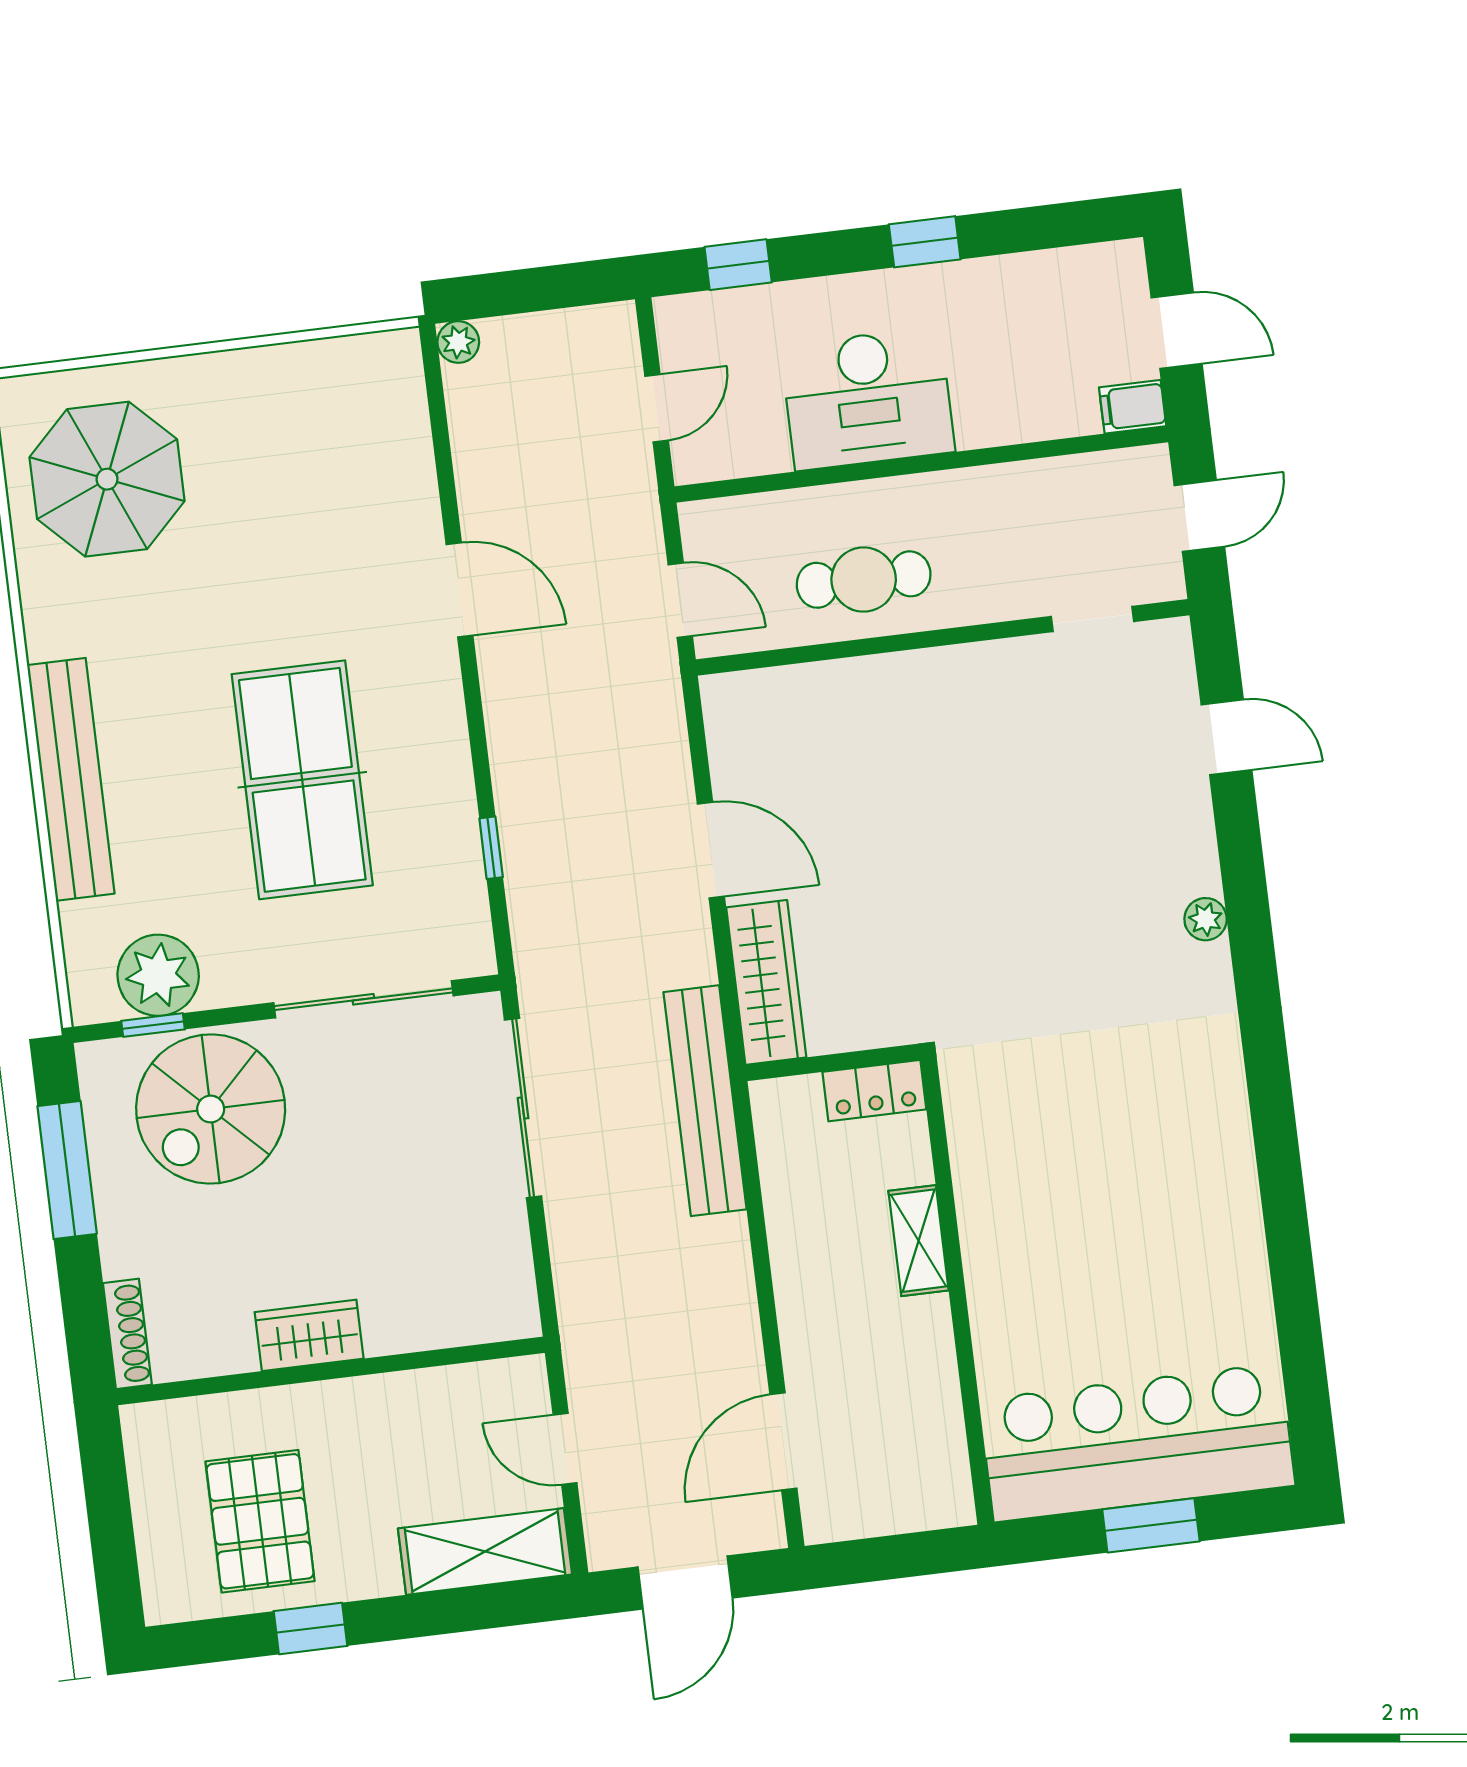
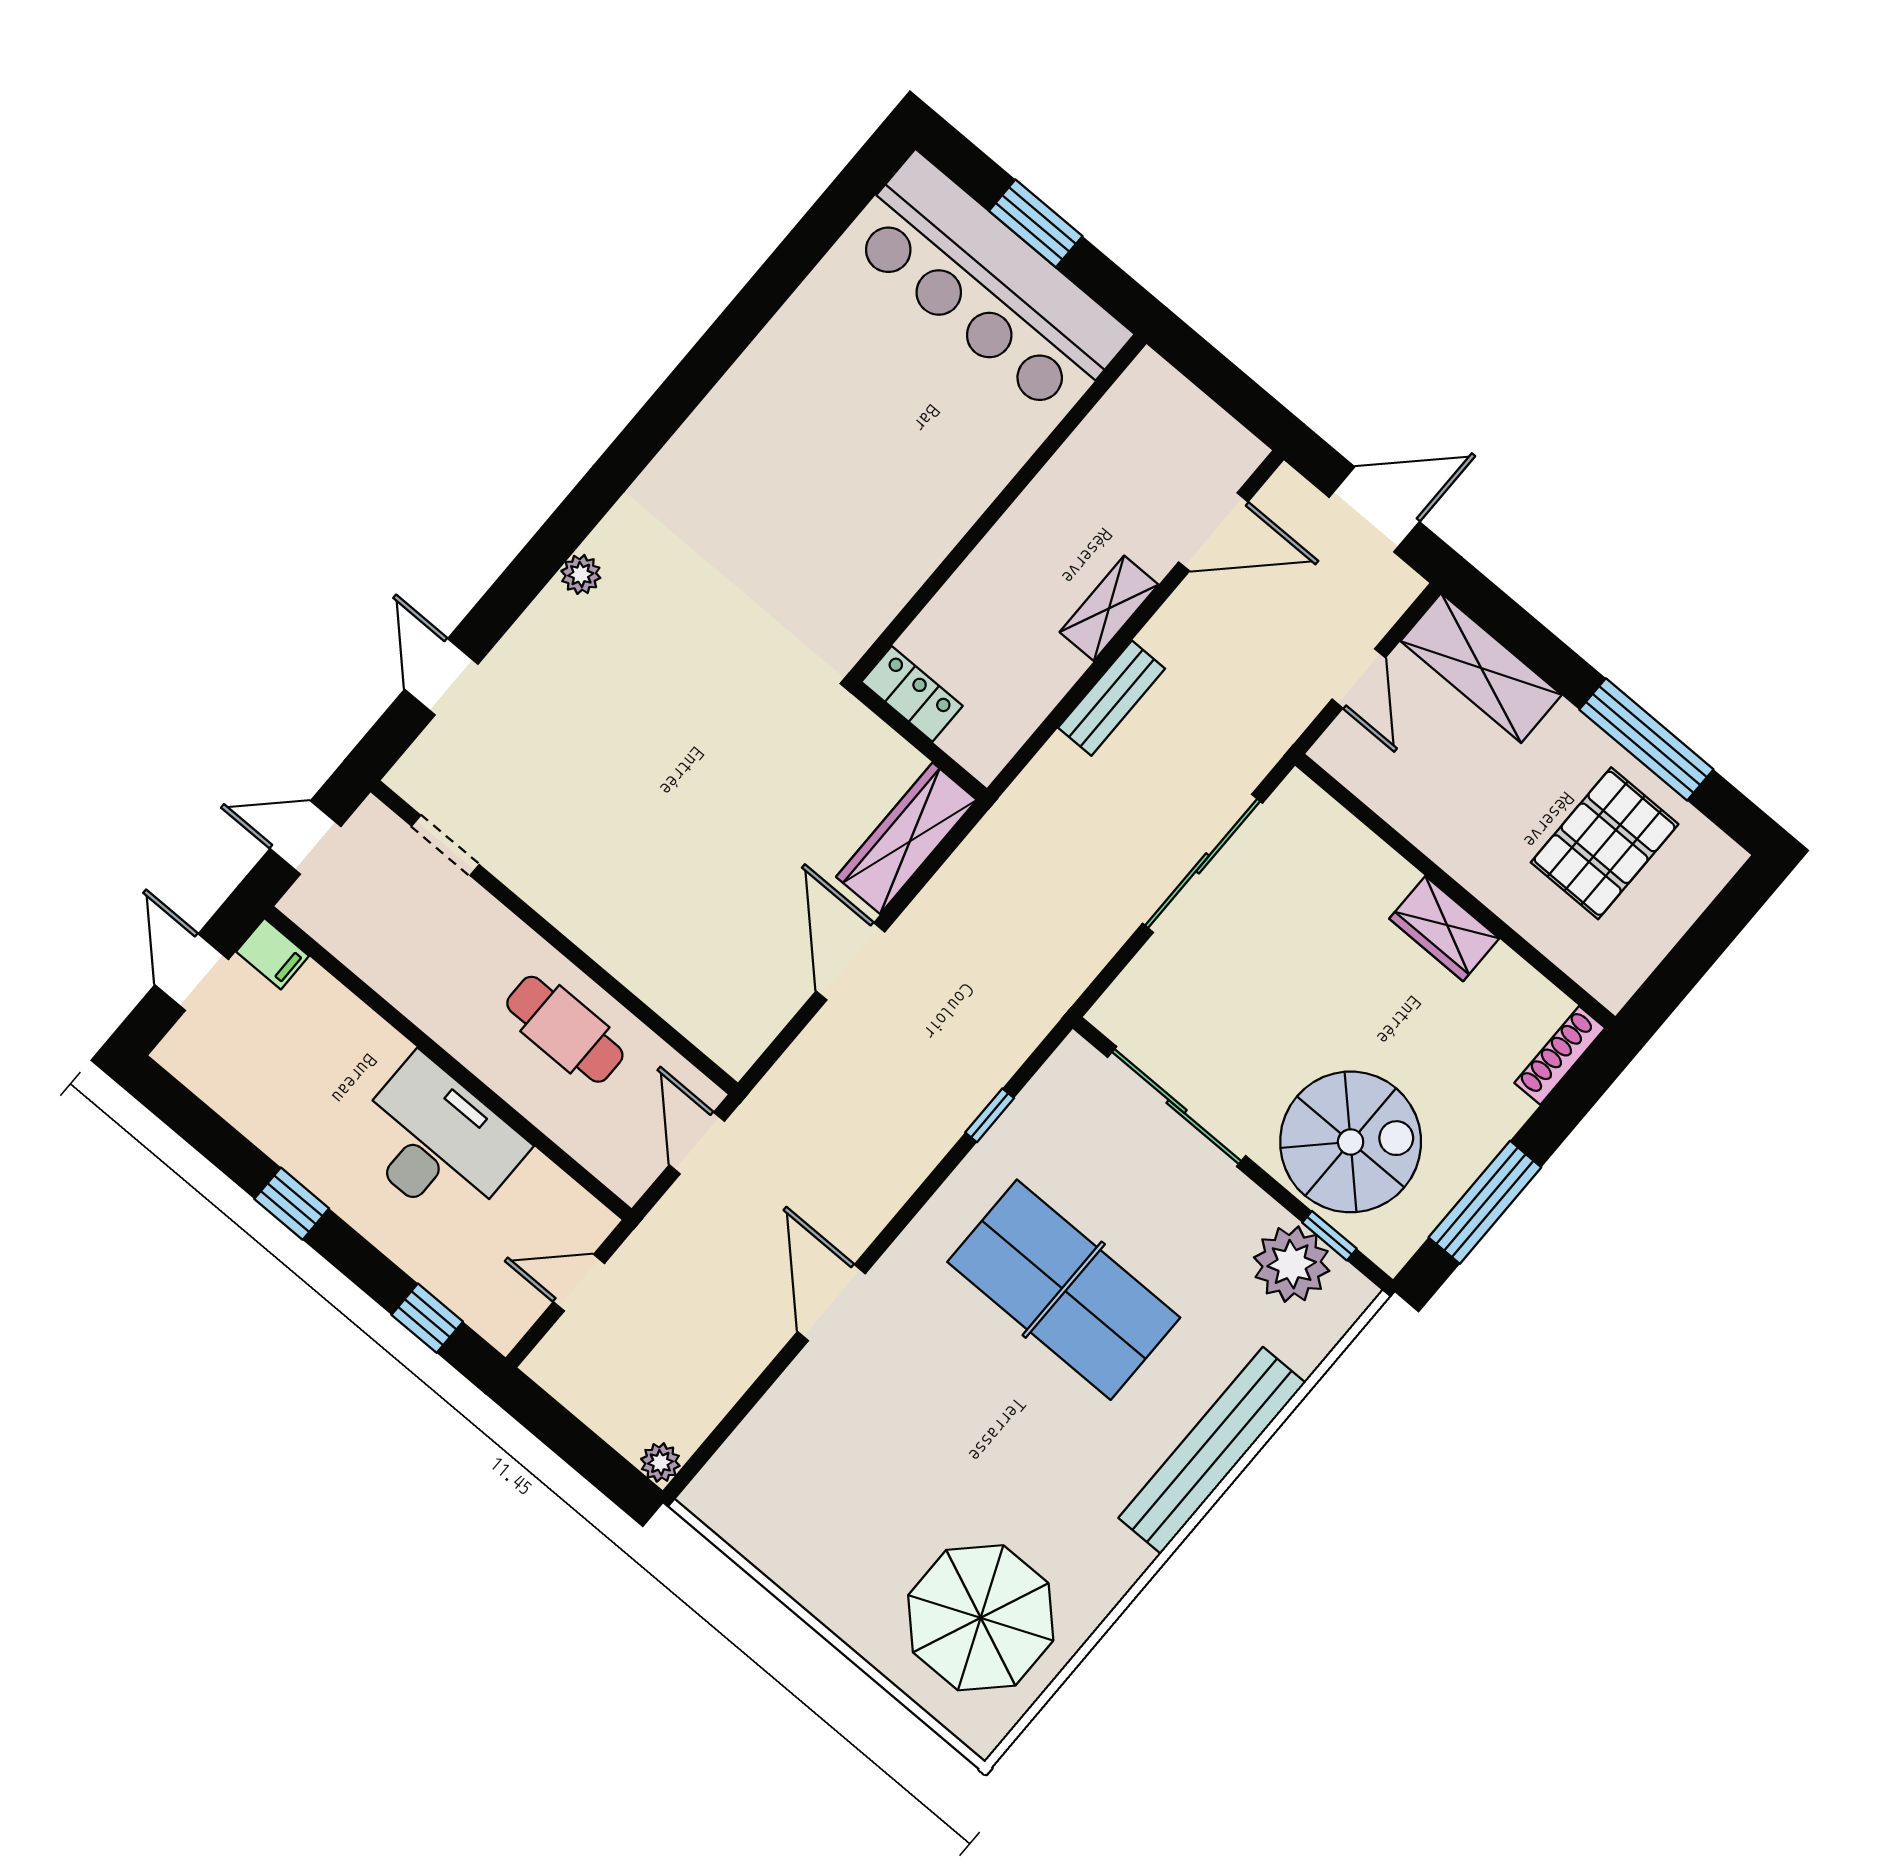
table tennis table: (302, 780) -> (1064, 1290), turned 90
bench: (705, 1101) -> (1112, 698), moved, width x0.54, depth x0.82
sliding door: (523, 1108) -> (1203, 863), moved
shelving: (919, 1241) -> (1109, 608), moved
window: (311, 1629) -> (1646, 739), width x2.17

